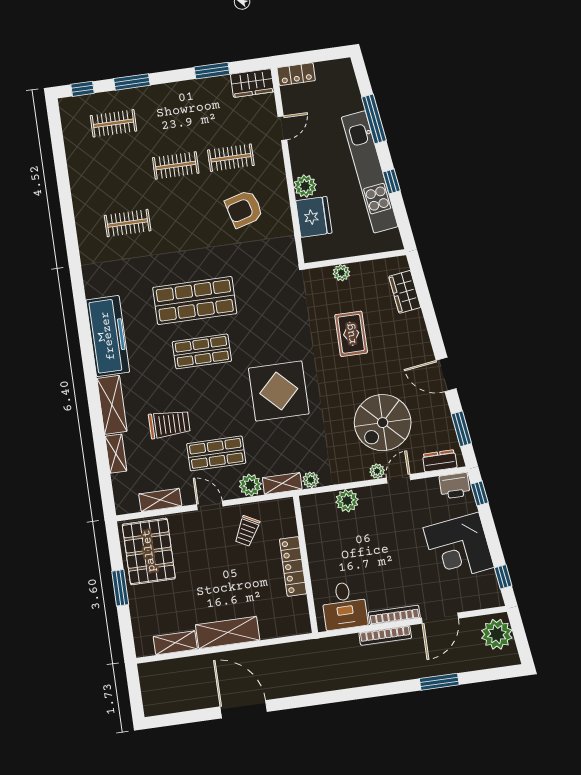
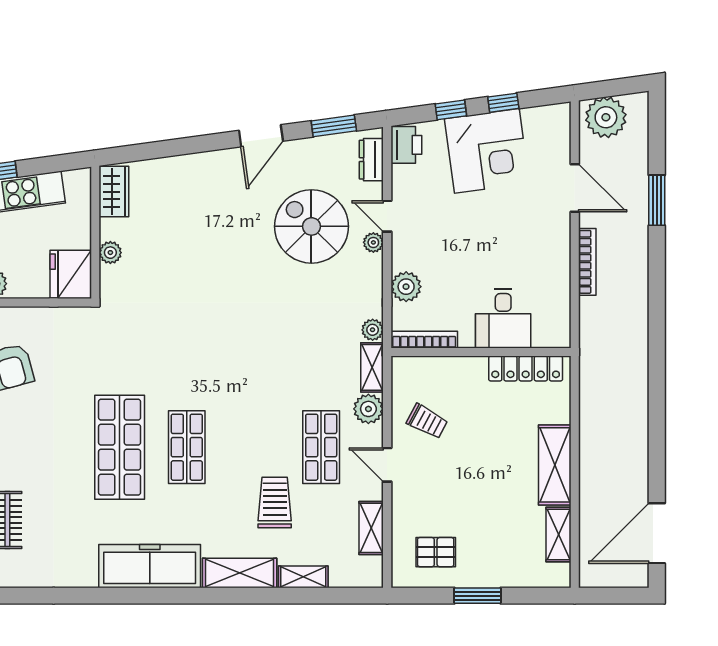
fridge: (314, 217) -> (71, 274), moved, turned -90
wardrobe: (405, 292) -> (114, 192), moved, turned -82
rug: (351, 334) -> (191, 251), removed
display table: (279, 391) -> (252, 355), removed
spiral stairs: (383, 423) -> (311, 226), turned 180
window: (480, 493) -> (451, 110), moved
door: (210, 505) -> (387, 465), hinge flipped
pallet: (149, 551) -> (436, 552), width x0.49, depth x0.50
locker: (293, 566) -> (526, 369), moved
window: (503, 577) -> (503, 103), moved
desk: (344, 606) -> (503, 318), moved, turned 90
bookcase: (394, 615) -> (424, 340), moved, turned 90
door: (244, 709) -> (657, 533), moved

